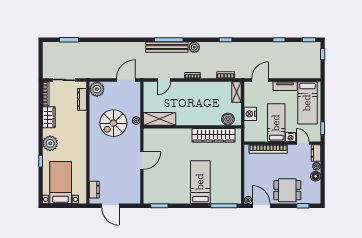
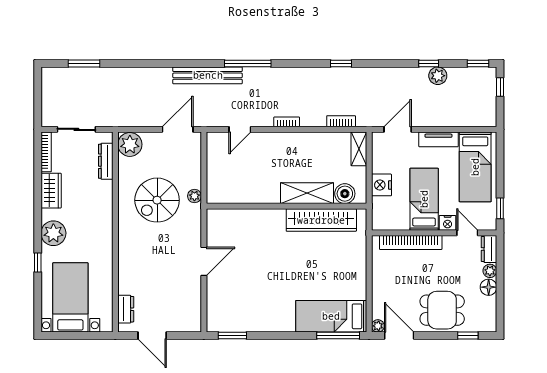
bench: (167, 47) -> (208, 75), moved
plant: (194, 47) -> (438, 76), moved
shelving: (160, 119) -> (307, 193), moved
bed: (200, 182) -> (331, 316), moved, turned -90

